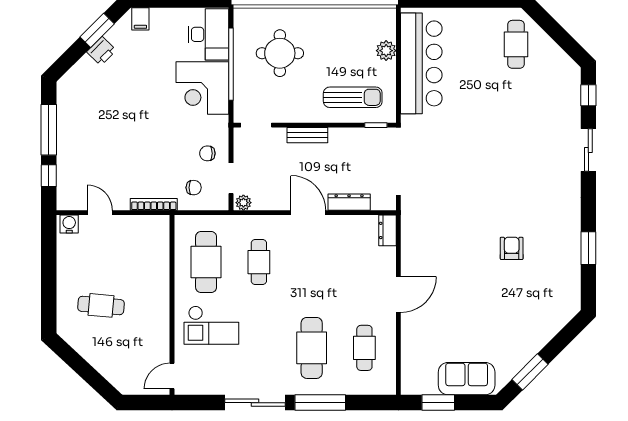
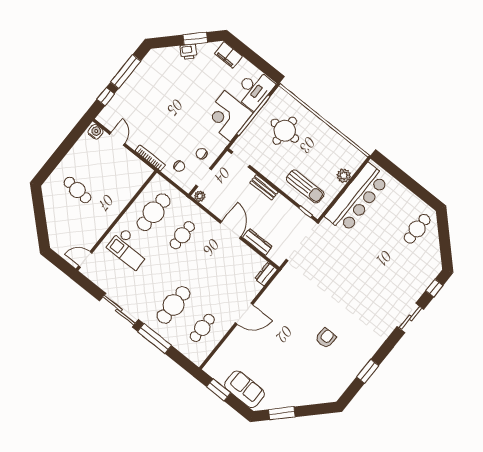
filing cabinet: (140, 19) -> (228, 55), width x2.00

